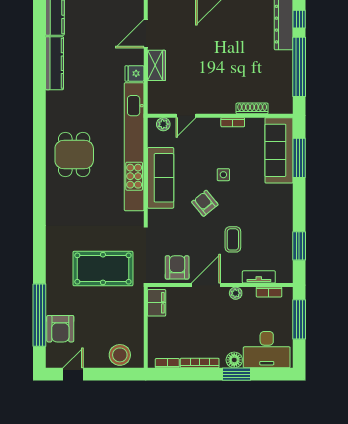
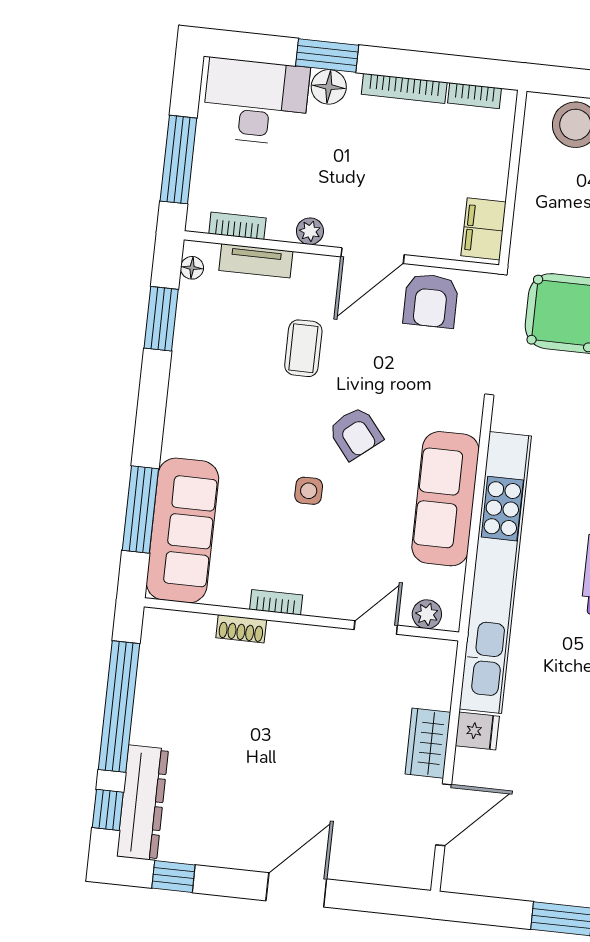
shoe rack: (252, 108) -> (241, 629), width x0.70
floor lamp: (288, 271) -> (192, 268), added

